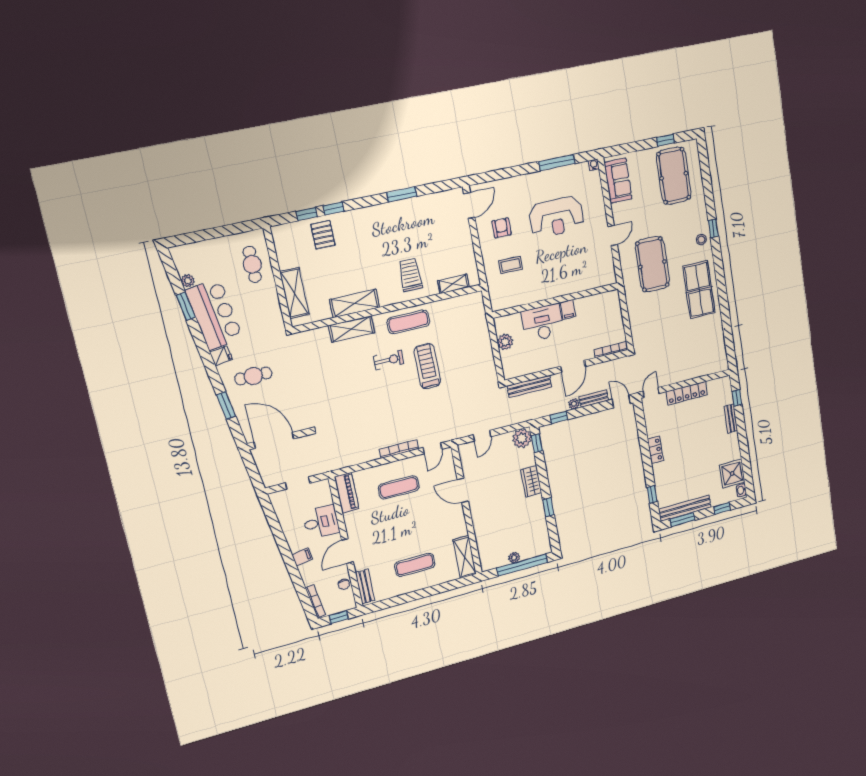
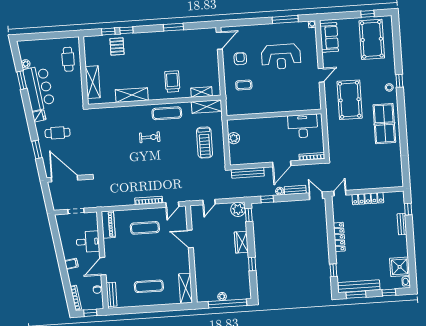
filing cabinet: (568, 310) -> (282, 123), removed
desk: (543, 323) -> (303, 126), moved
shelving: (352, 329) -> (207, 107), moved
treadmill: (427, 366) -> (205, 143), moved, turned 180
locker: (655, 450) -> (339, 237), width x1.53

